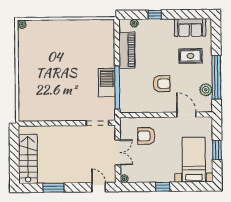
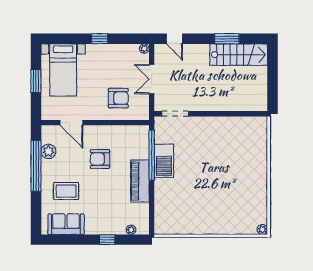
piano: (127, 50) -> (140, 181), moved
stairs: (28, 159) -> (239, 55), moved, turned -90

